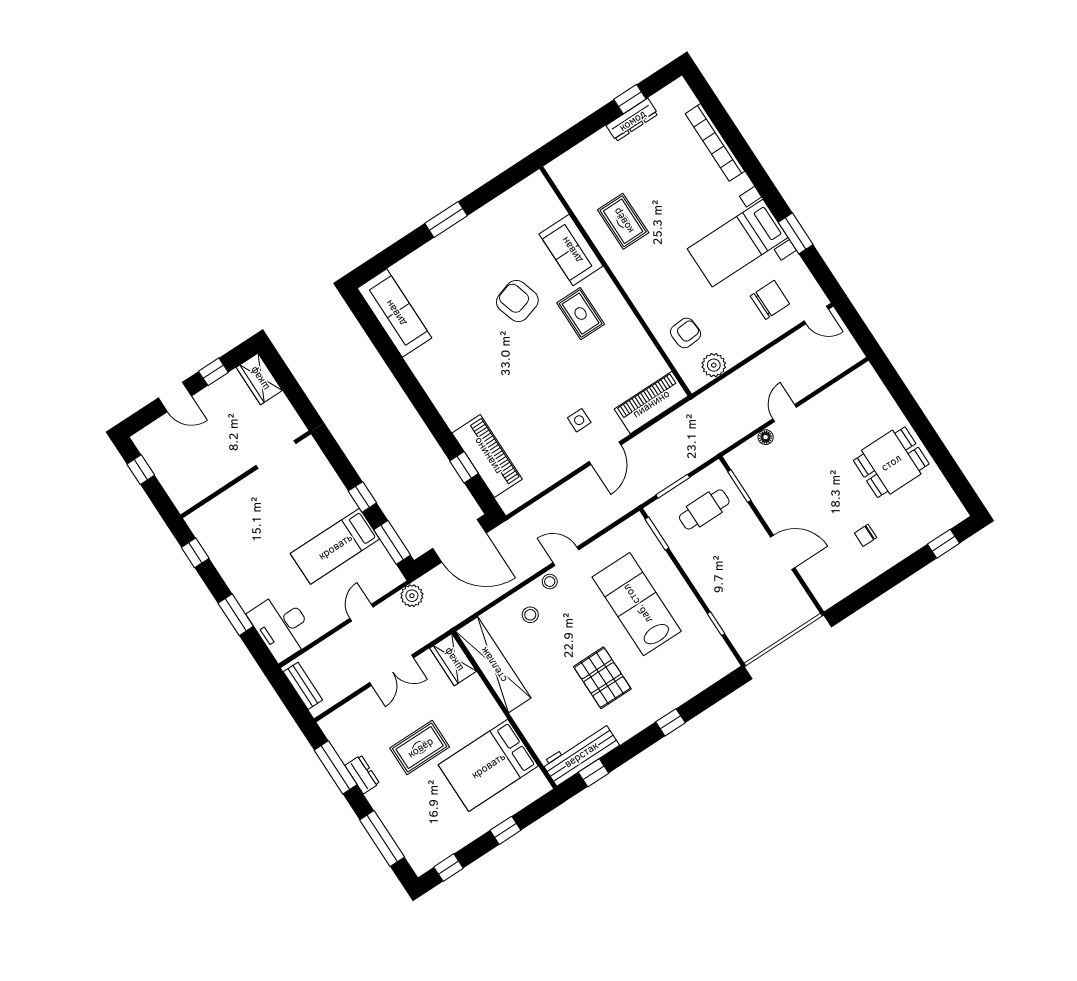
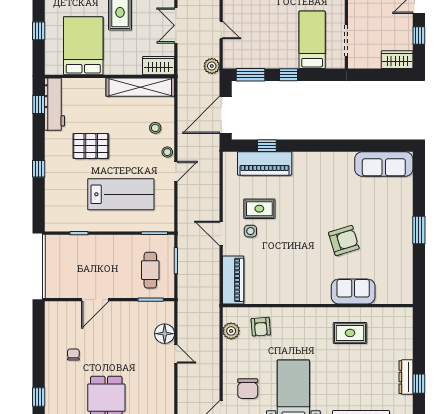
rug: (581, 314) -> (259, 209), moved
floor lamp: (766, 437) -> (165, 334), width x1.89, depth x1.89
bed: (335, 546) -> (312, 40), moved

